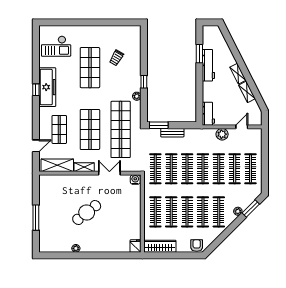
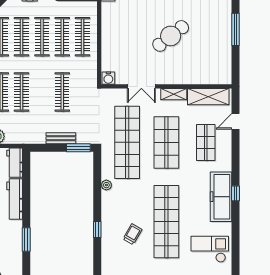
workbench: (208, 65) -> (15, 199), moved
shop shelf: (90, 68) -> (166, 222), width x1.40
window: (144, 82) -> (97, 230), moved
clothes rail: (155, 169) -> (83, 92), removed
clothes rail: (187, 169) -> (42, 92), removed

